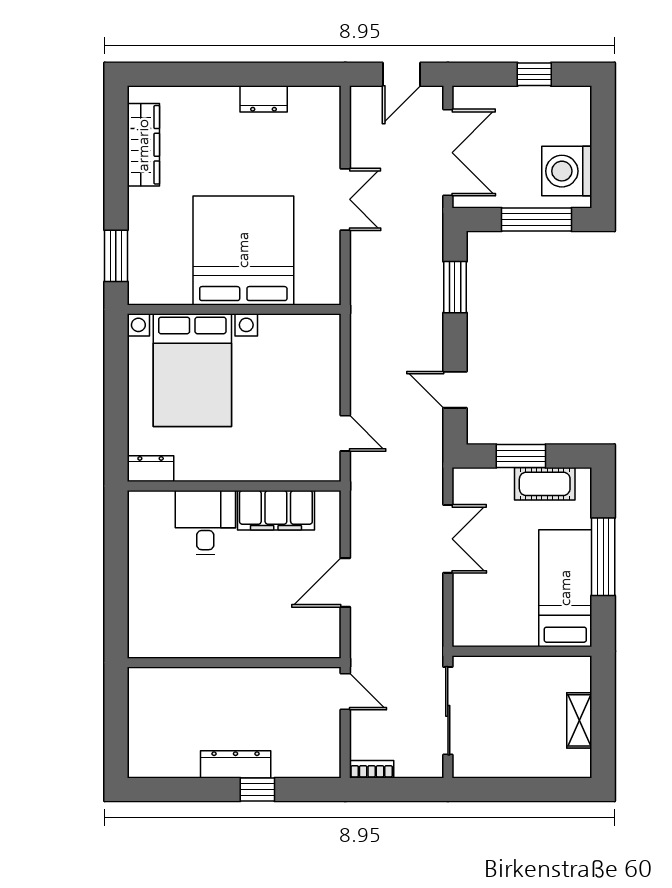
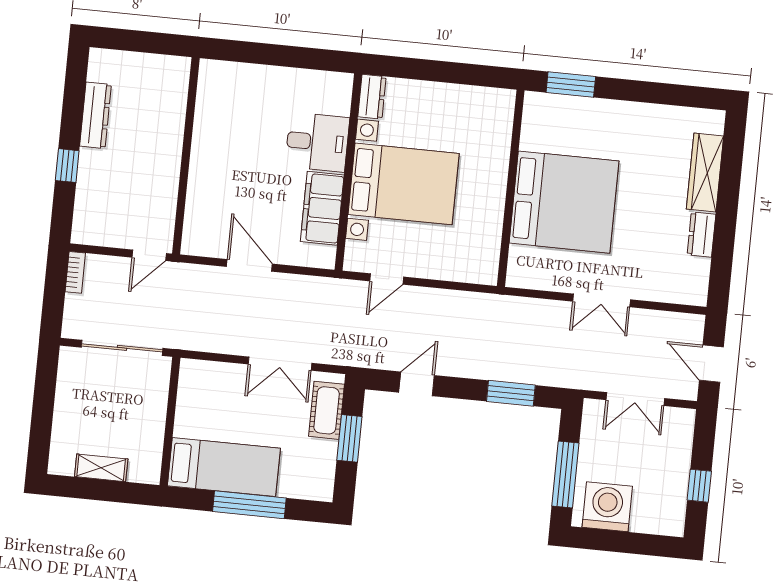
wardrobe: (143, 145) -> (705, 172), moved, turned 90
double door: (448, 153) -> (635, 399), width x0.73
bed with nightstands: (192, 370) -> (404, 184), moved, turned 180
cot: (545, 484) -> (327, 410), moved
dresser: (236, 764) -> (96, 115), moved

